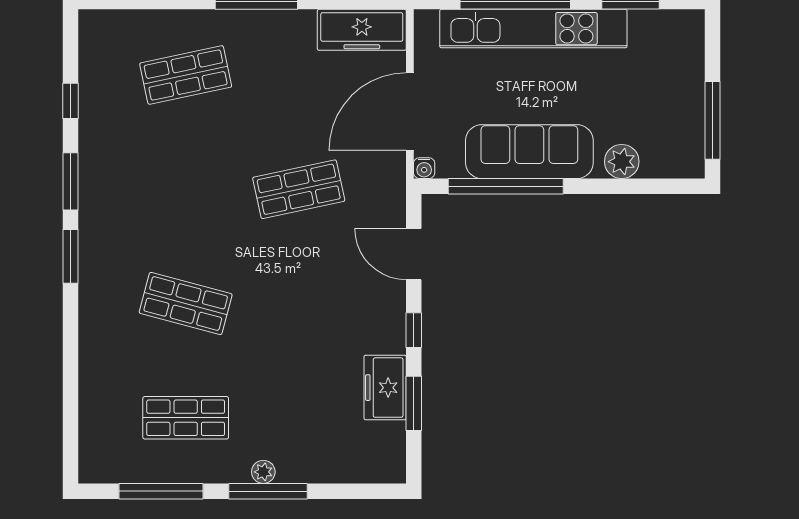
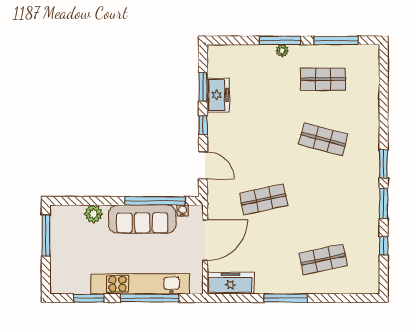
water cooler: (424, 168) -> (183, 210), moved

